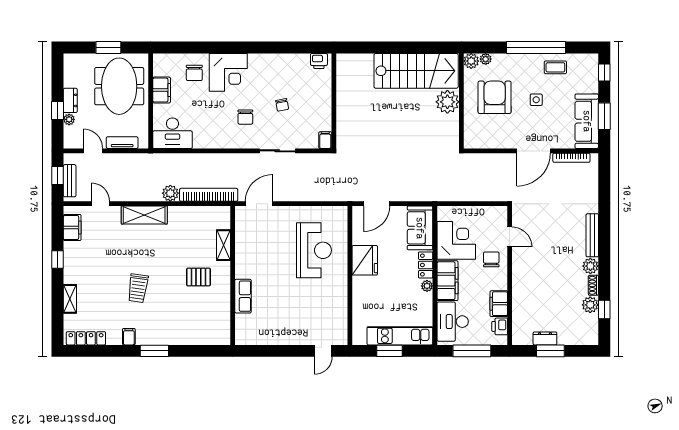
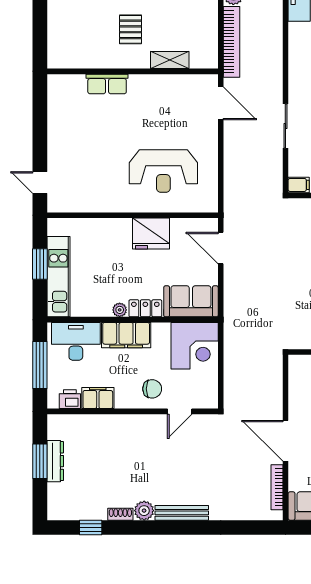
corner desk: (456, 240) -> (195, 346), moved
plant: (590, 305) -> (96, 510), removed
dresser: (545, 338) -> (55, 461), width x1.44

